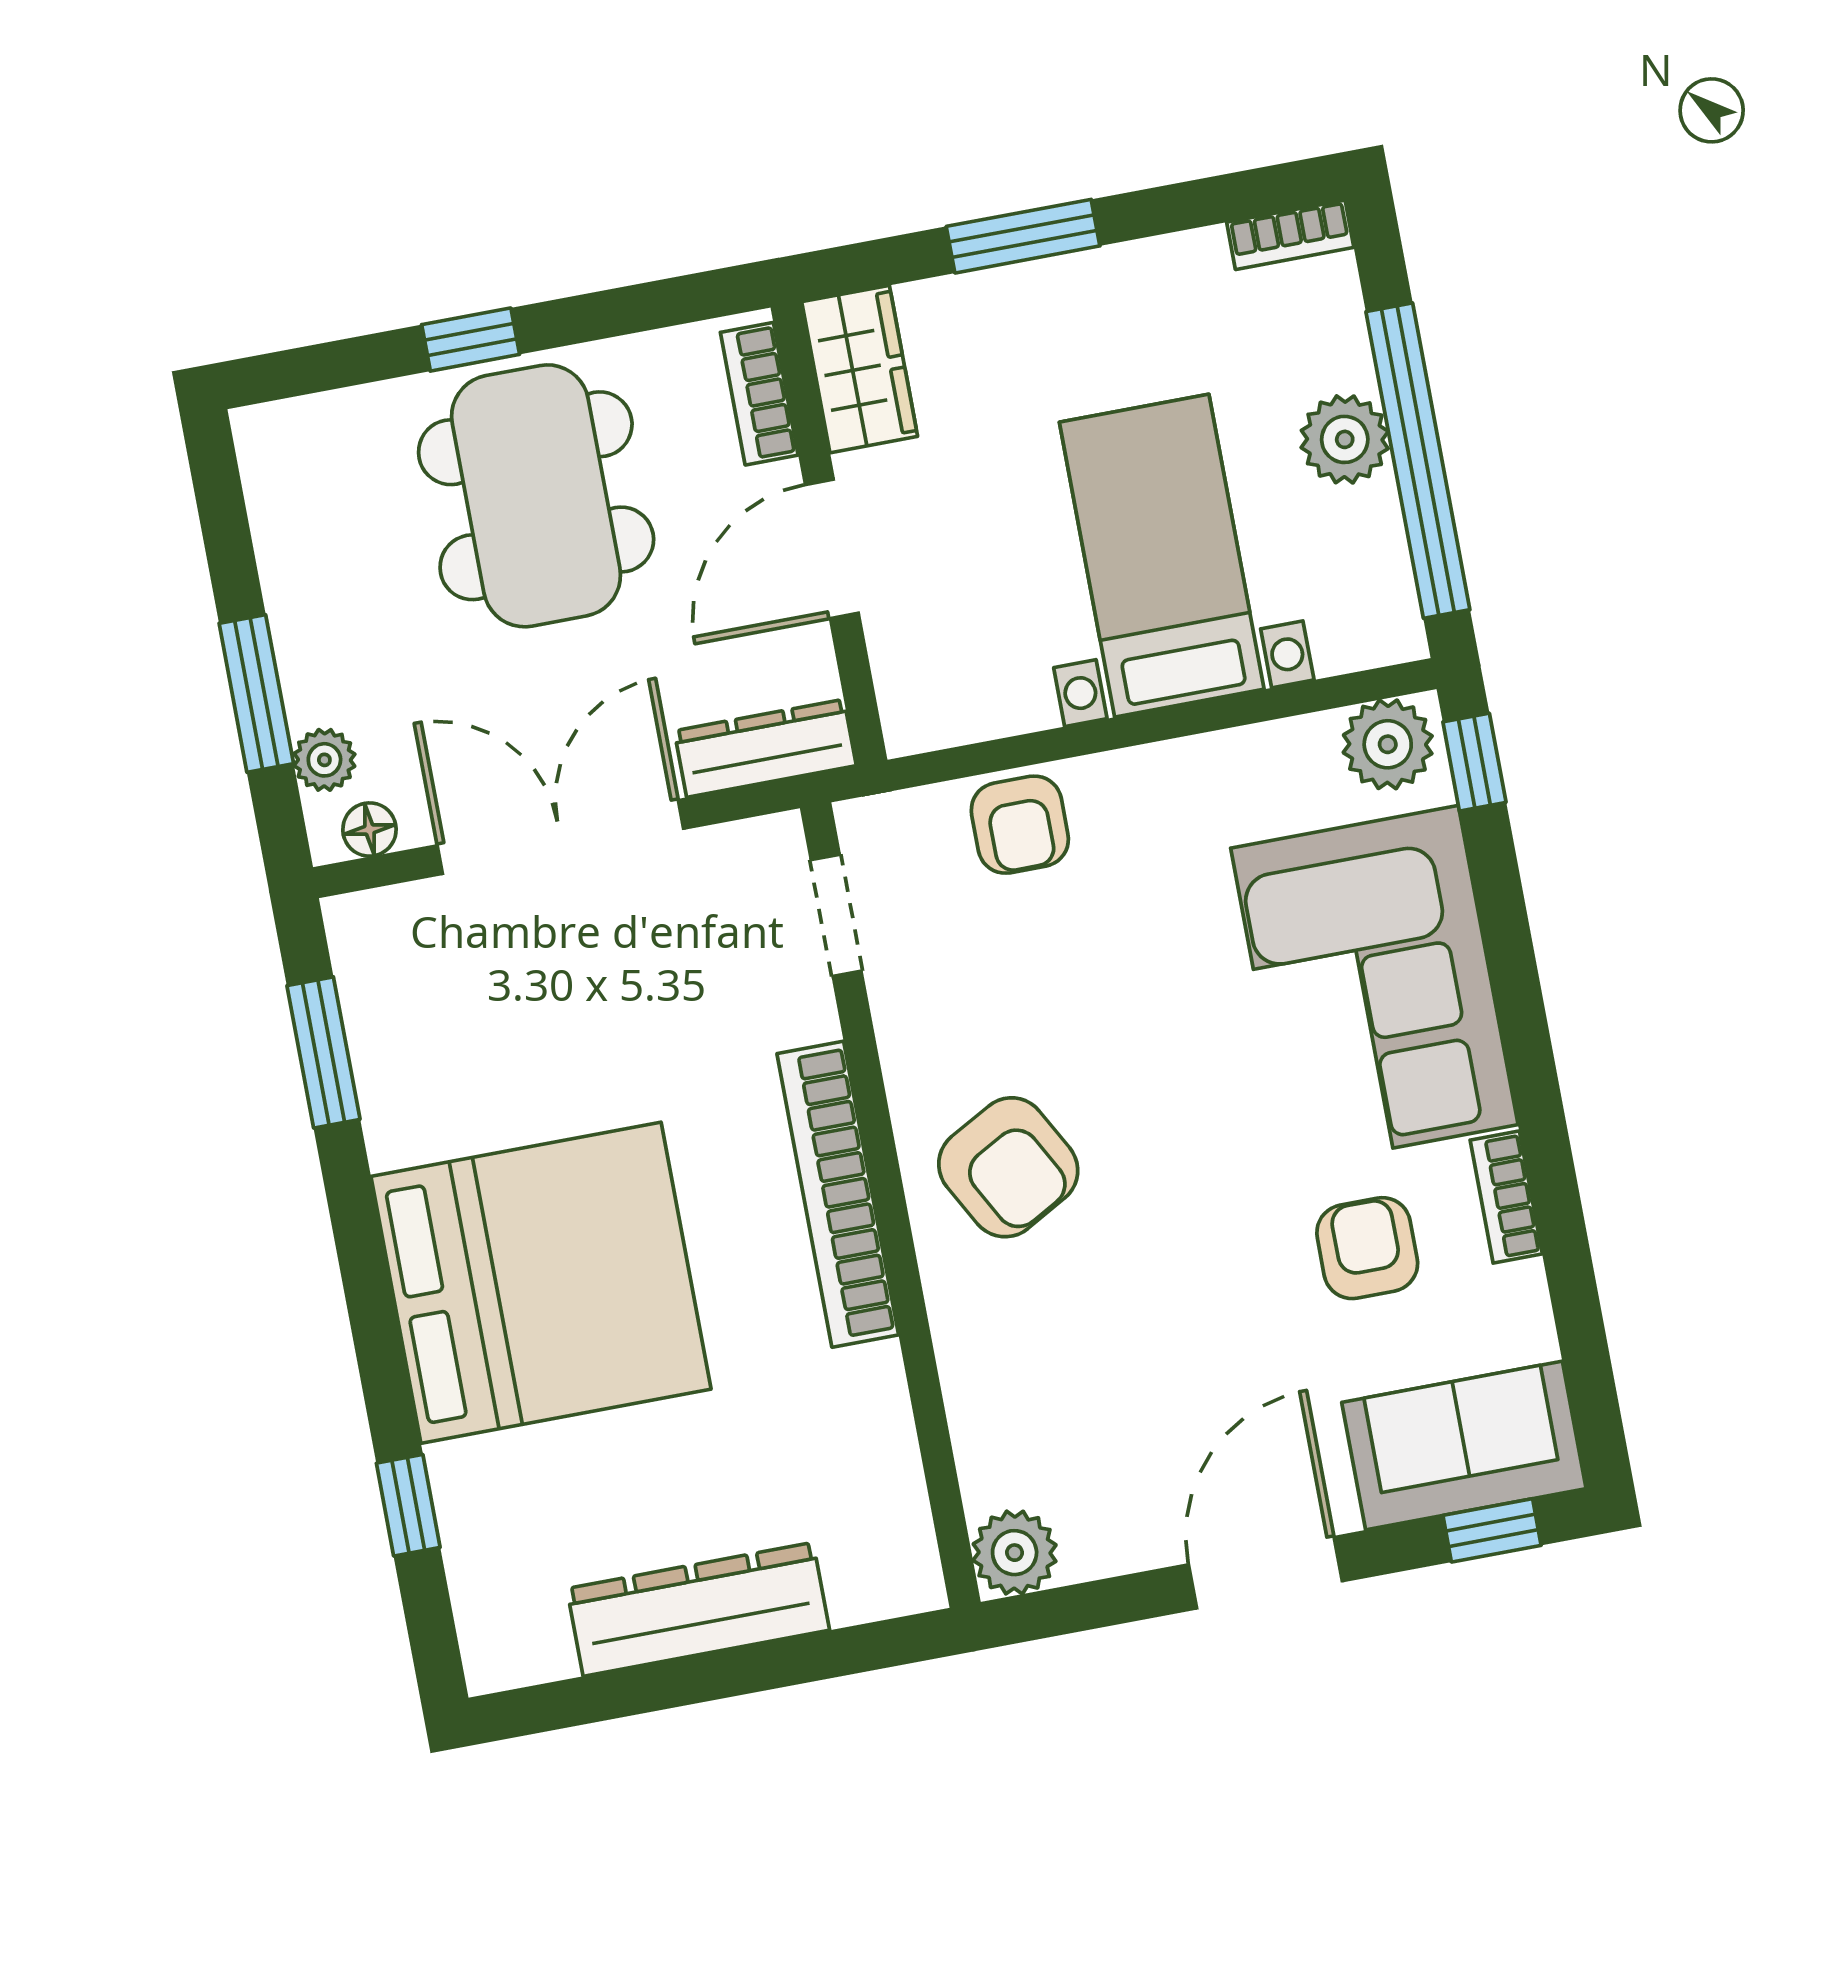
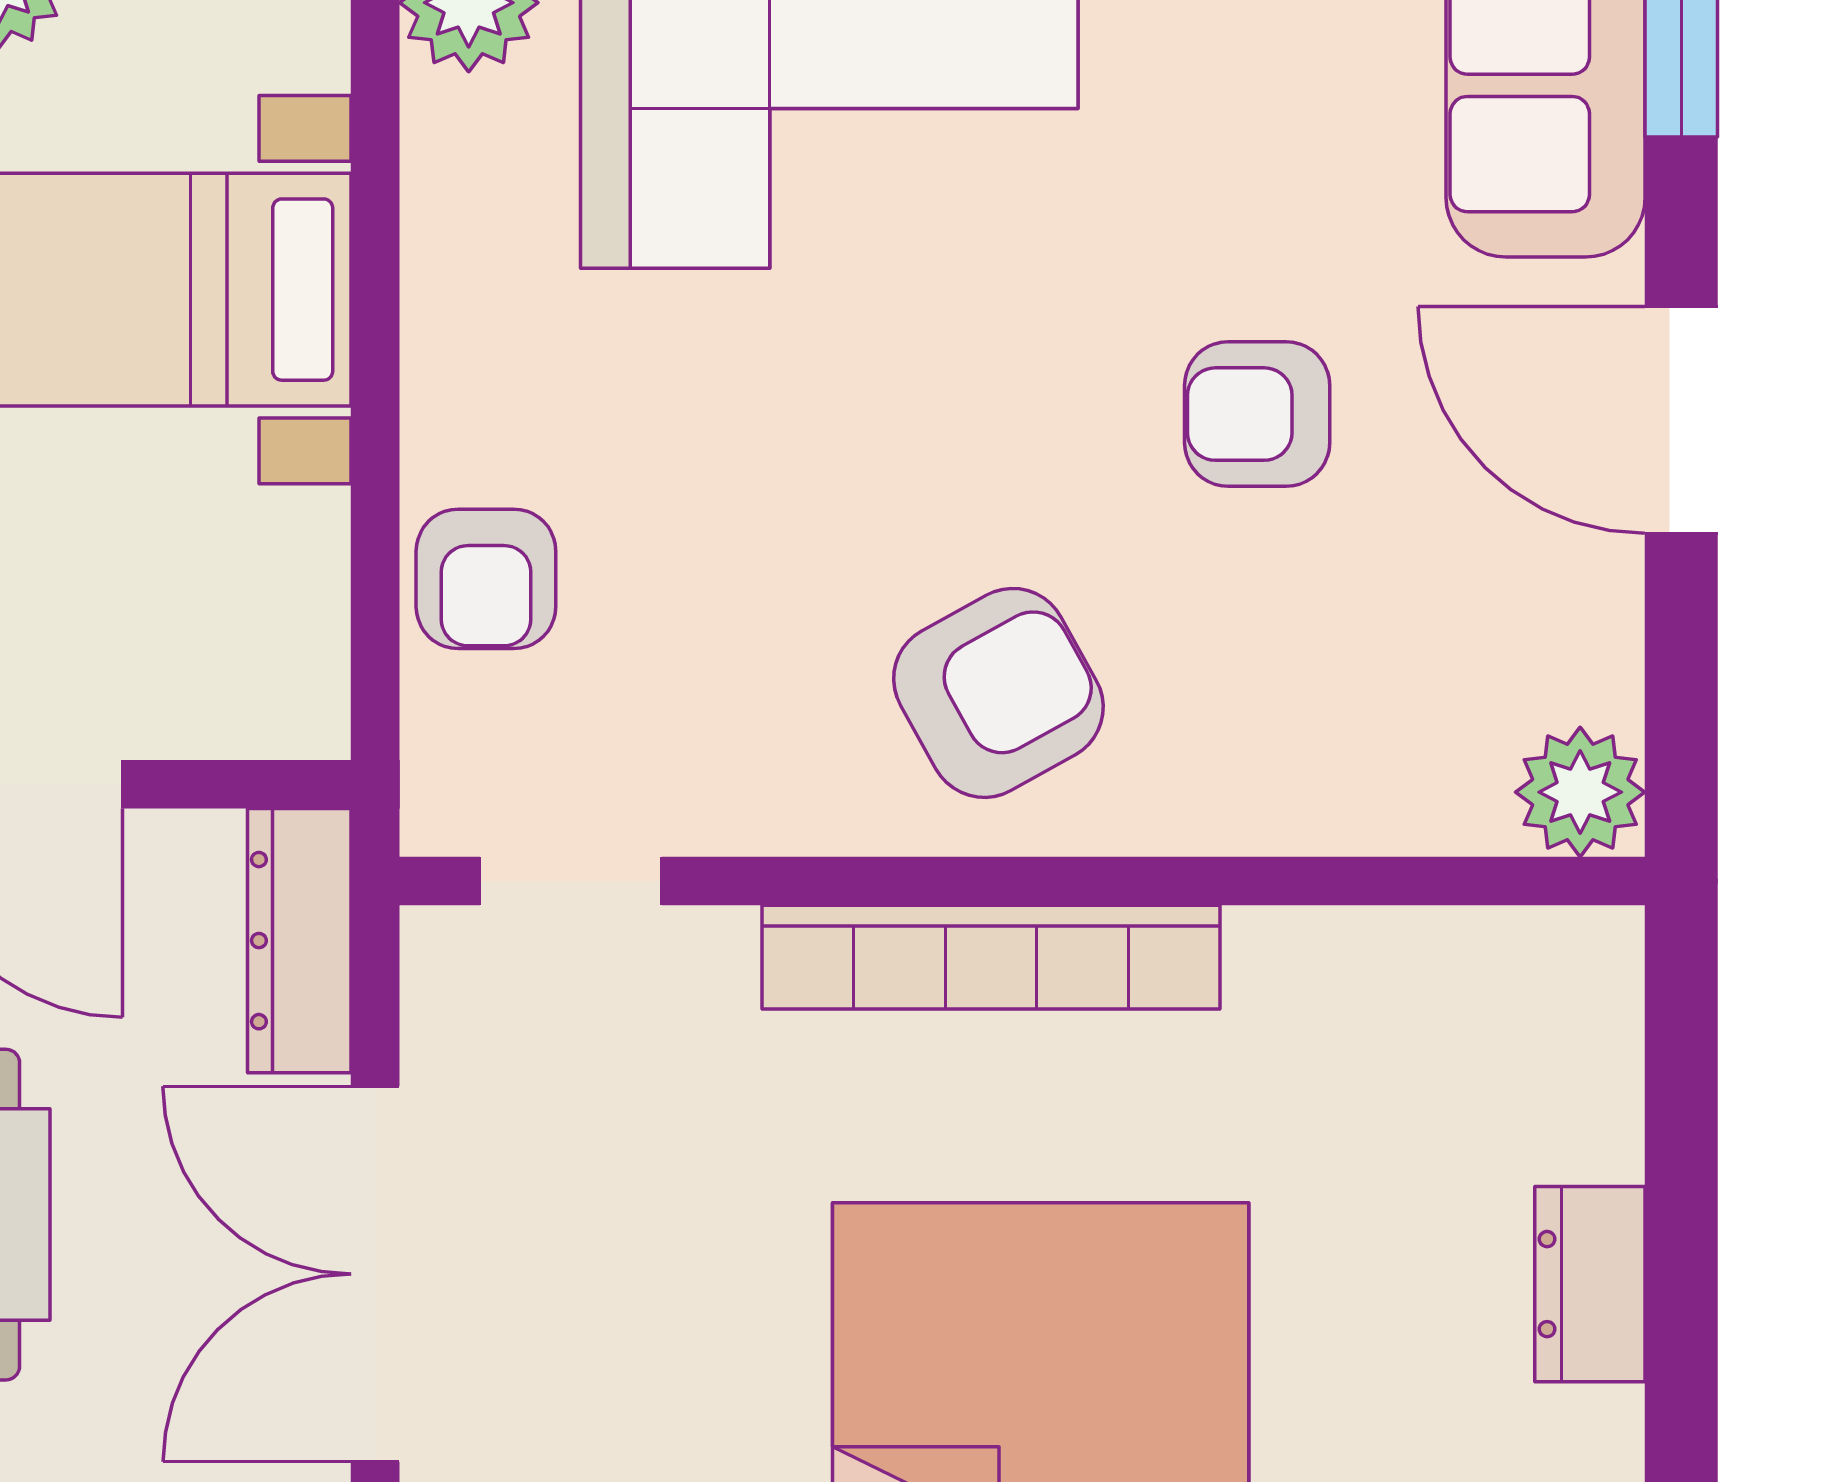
armchair: (1020, 825) -> (486, 579), turned 90
armchair: (1367, 1248) -> (1257, 414), moved
dresser: (698, 1609) -> (1590, 1284), width x0.51, depth x0.80

